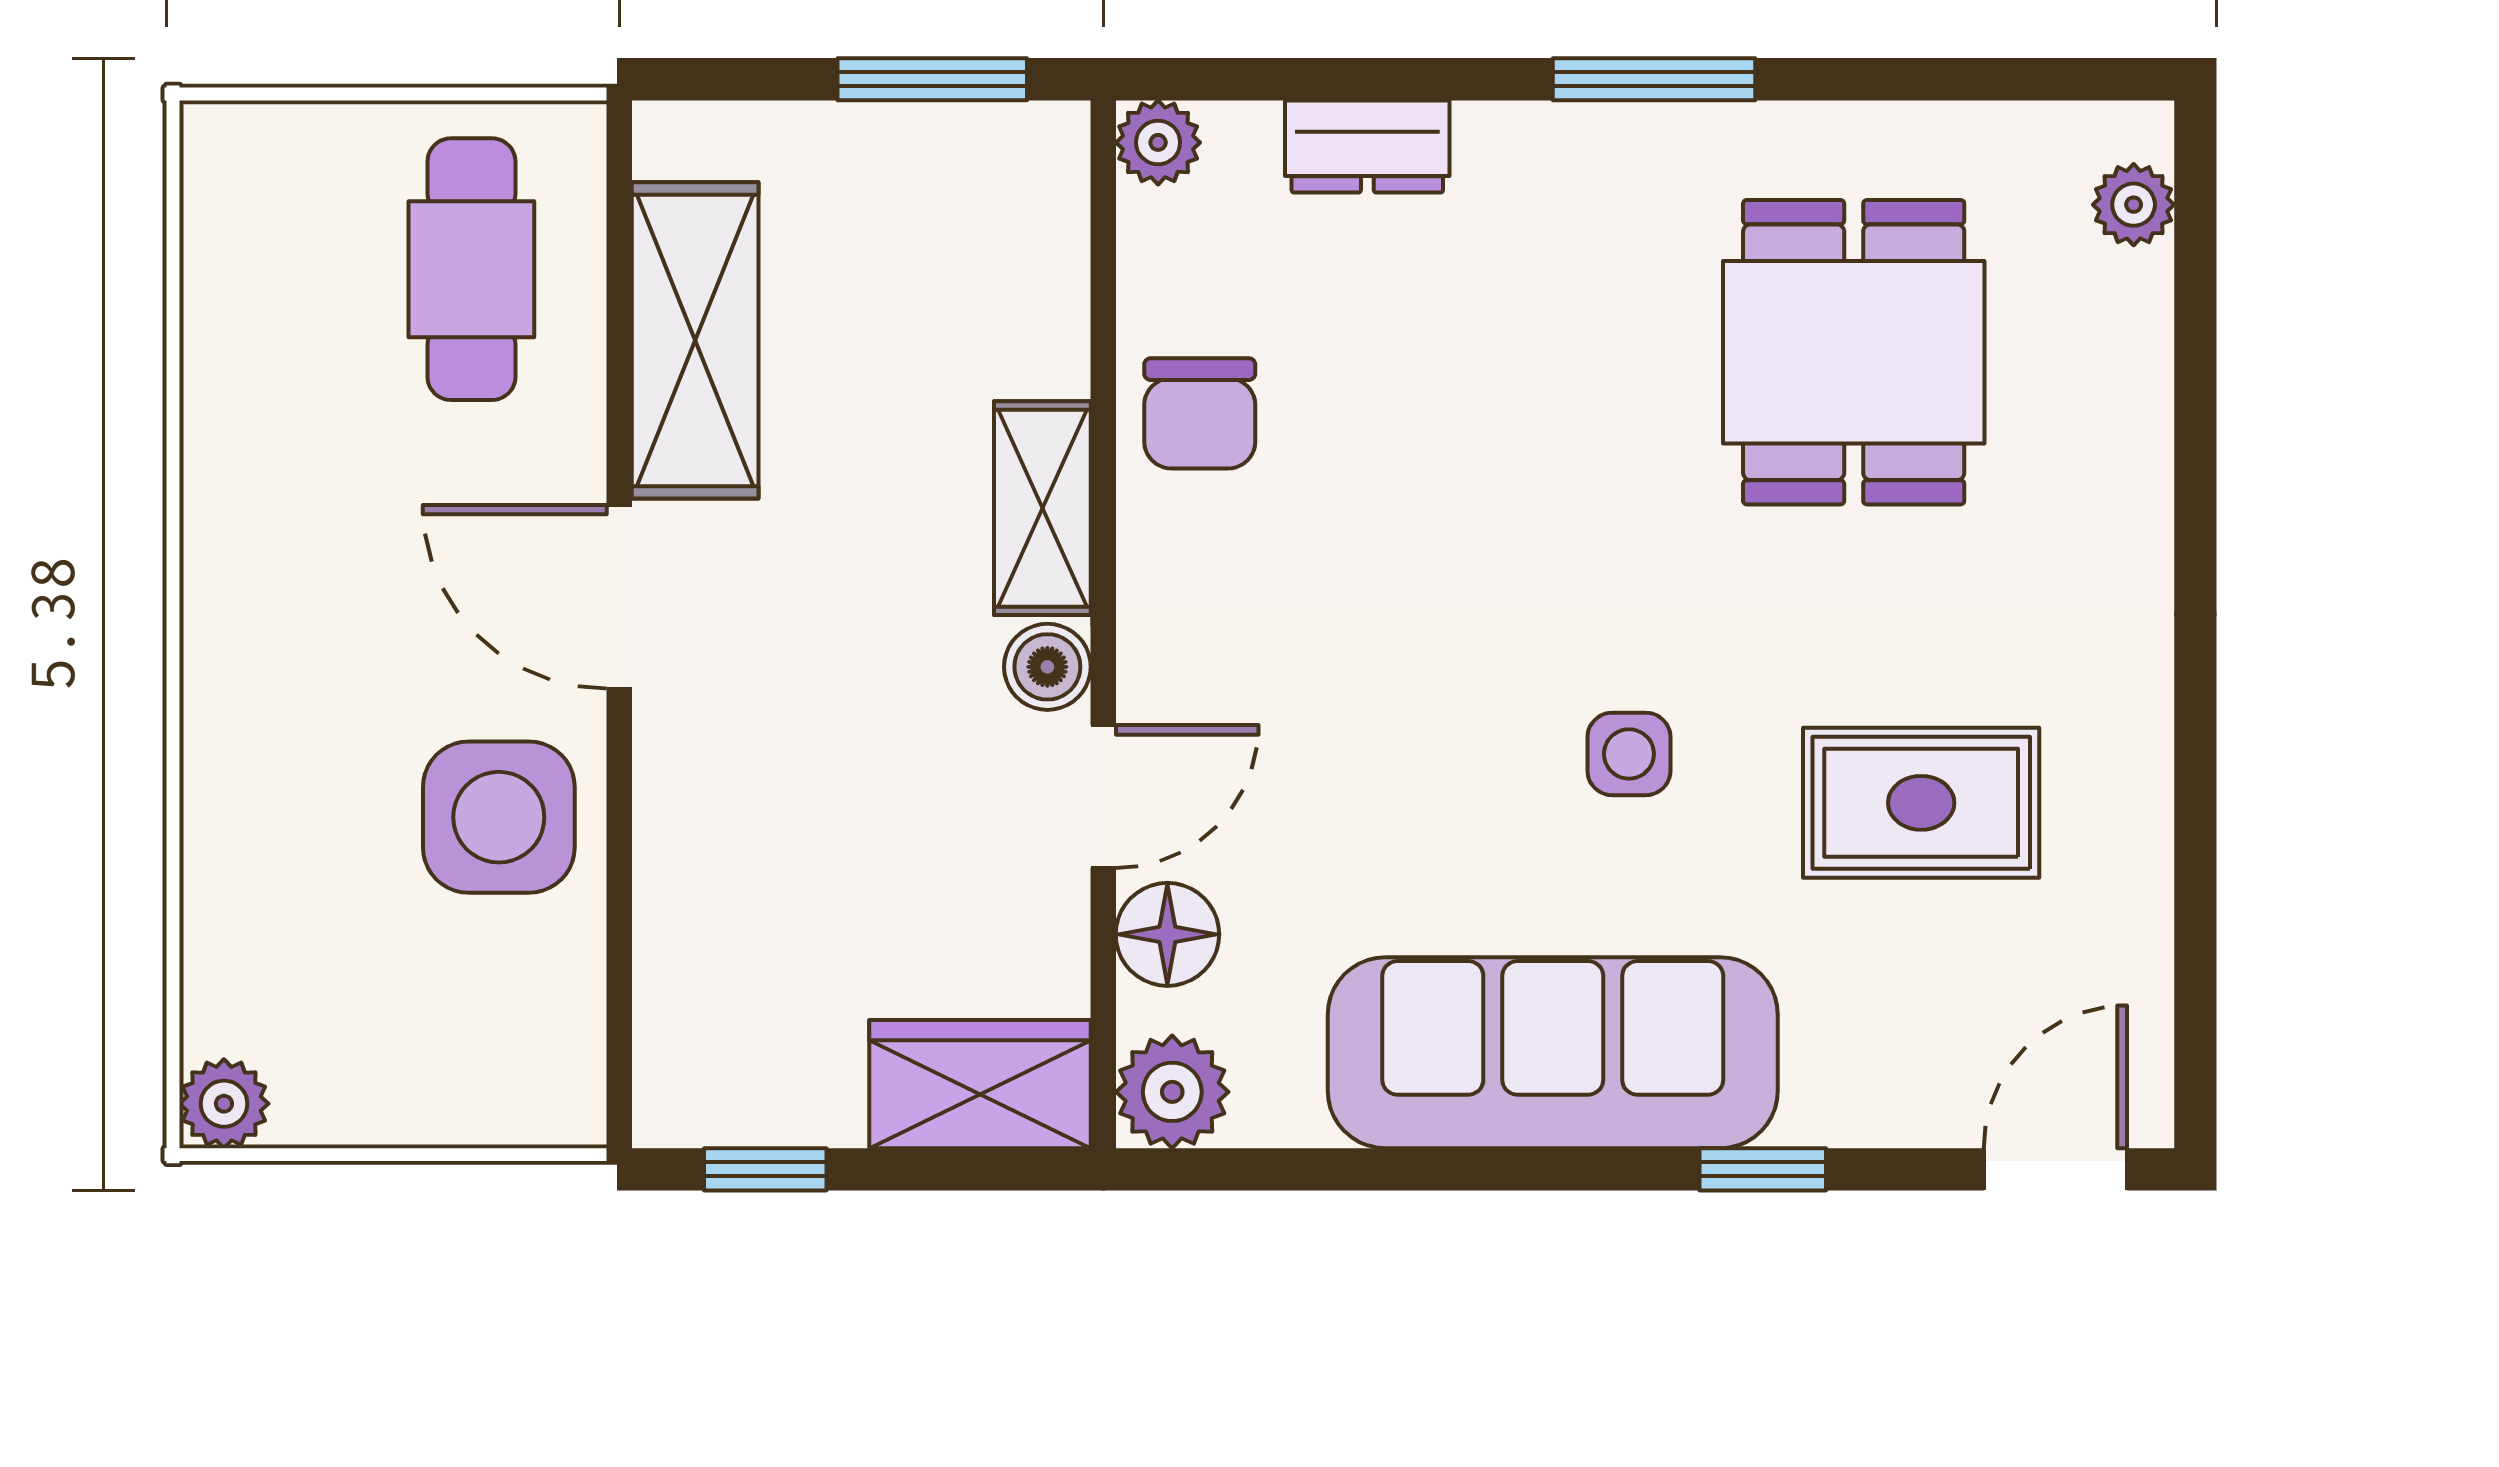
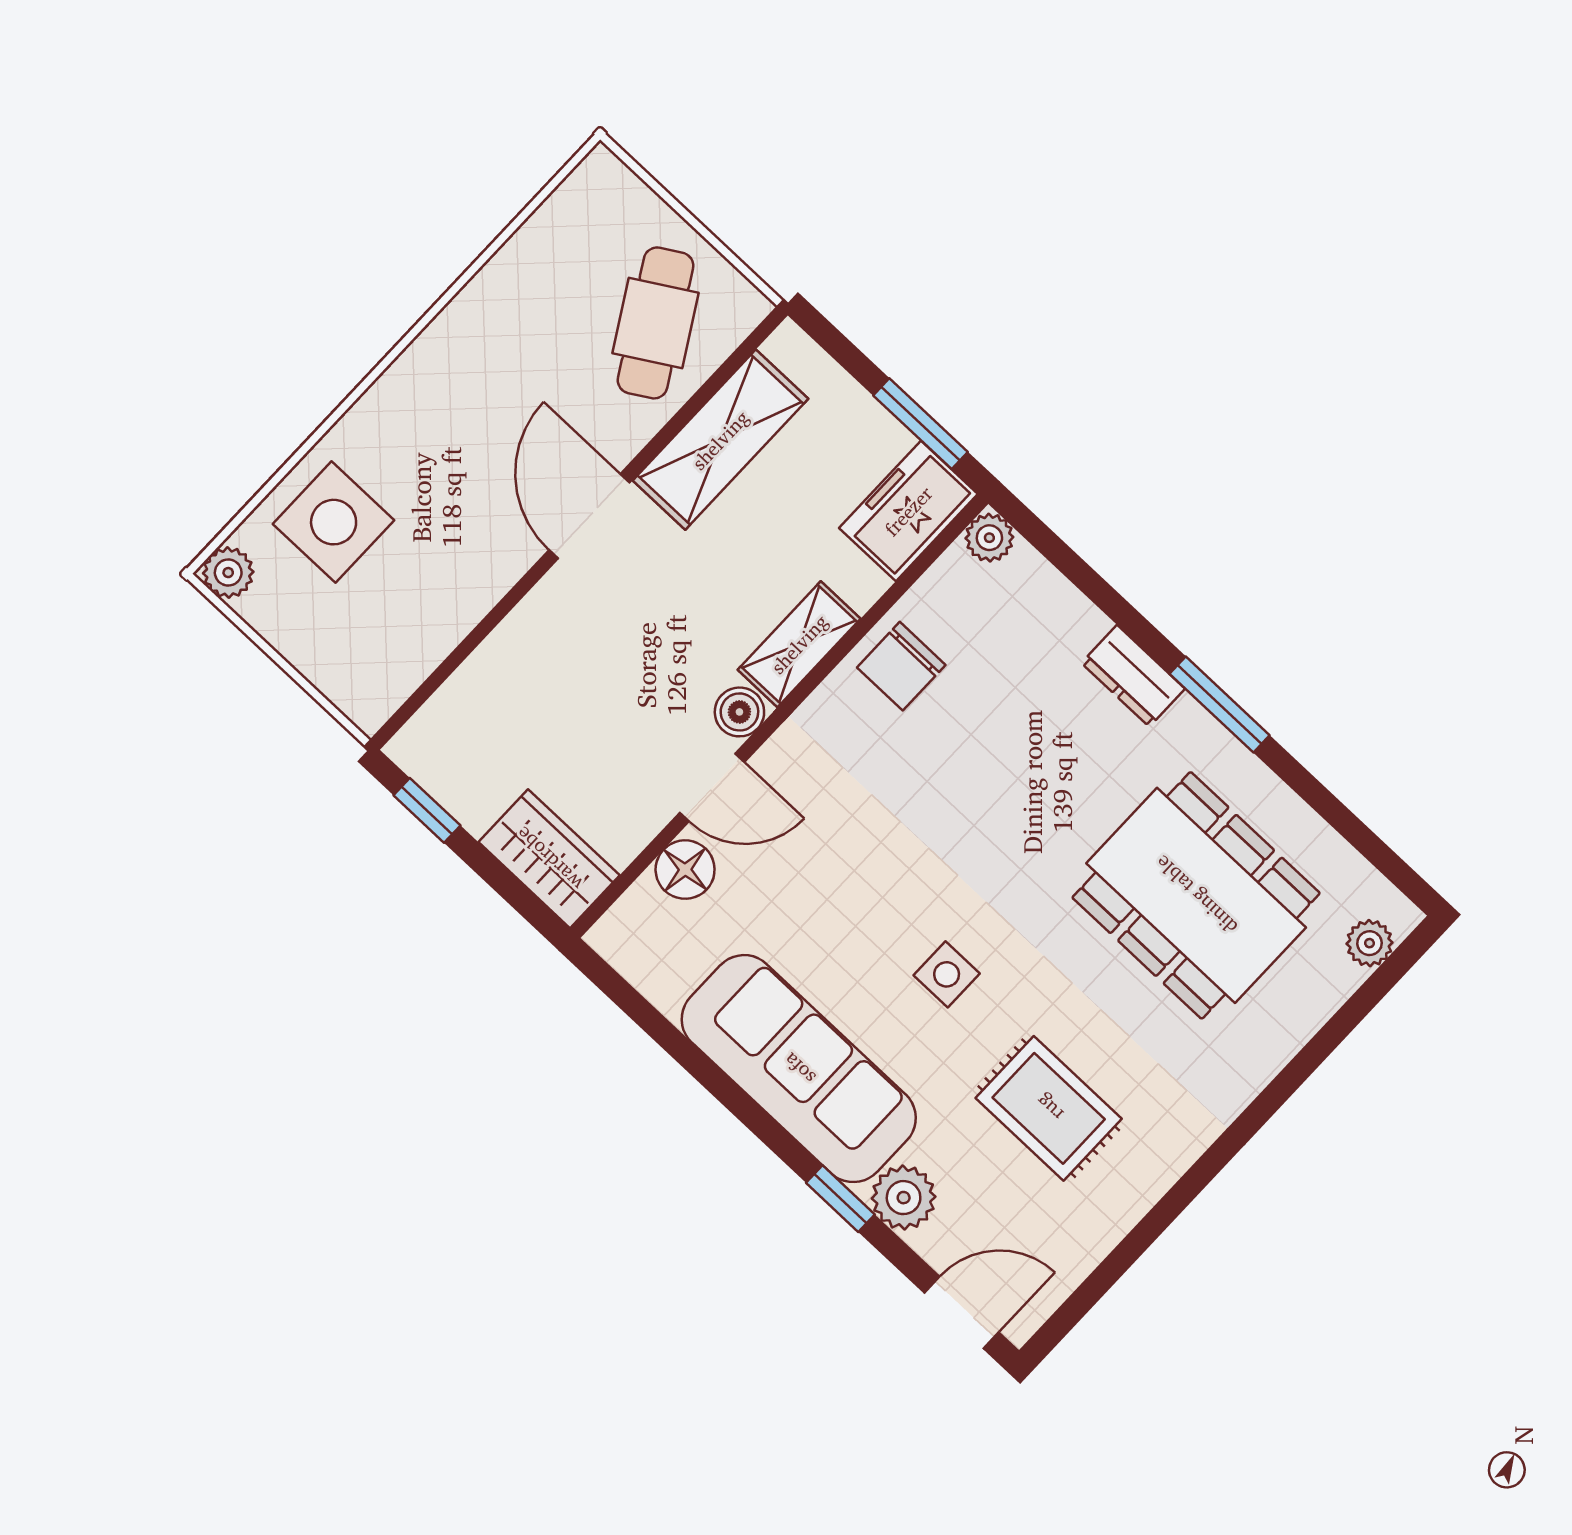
dresser: (1367, 146) -> (1133, 676), moved
freezer: (1022, 206) -> (908, 511), added
cafe table: (471, 269) -> (656, 323), turned -31
dining table: (1854, 352) -> (1196, 895), width x1.37
side table: (499, 817) -> (334, 522), moved
plant: (1172, 1092) -> (904, 1198), moved

